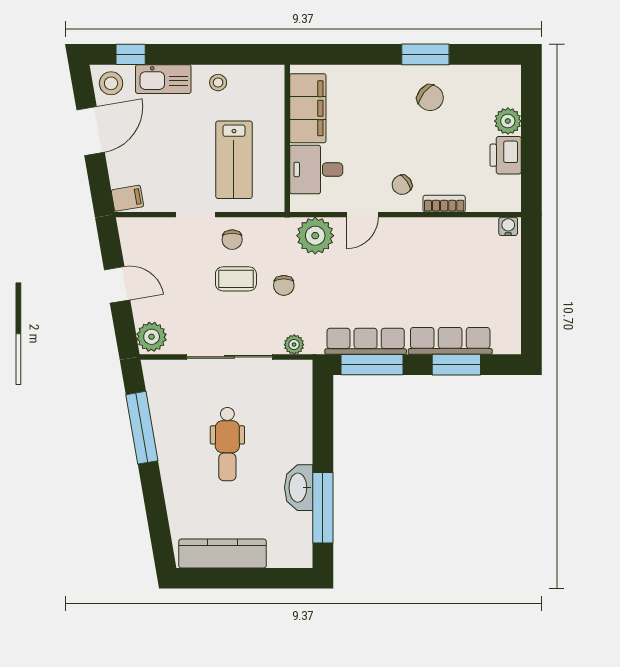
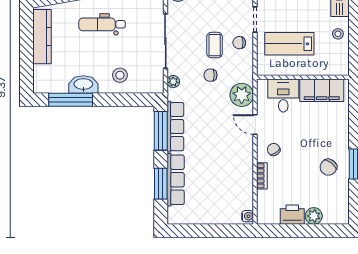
stool: (284, 429) -> (120, 75), added
dental chair: (227, 444) -> (102, 24), moved

